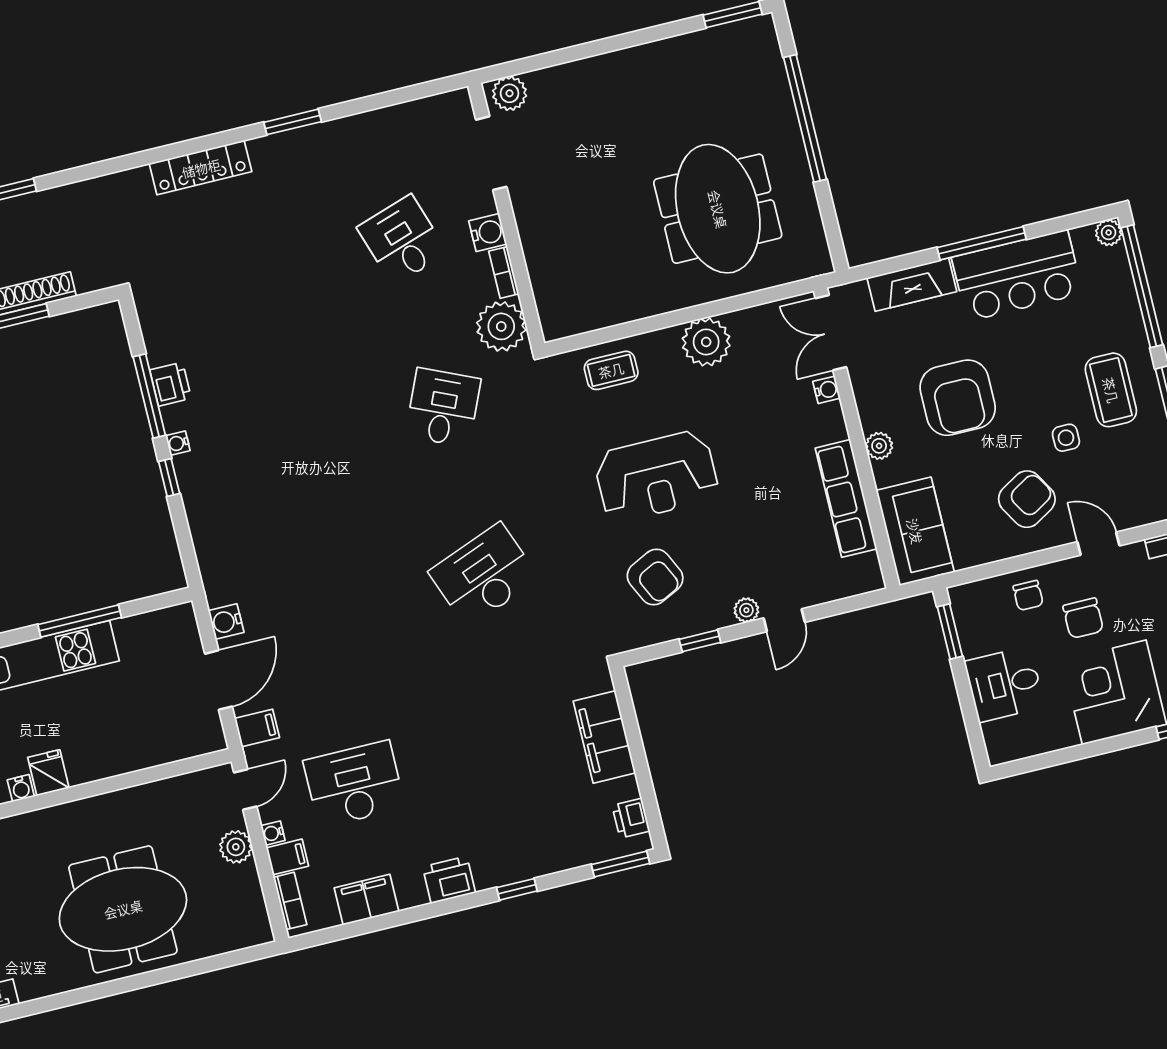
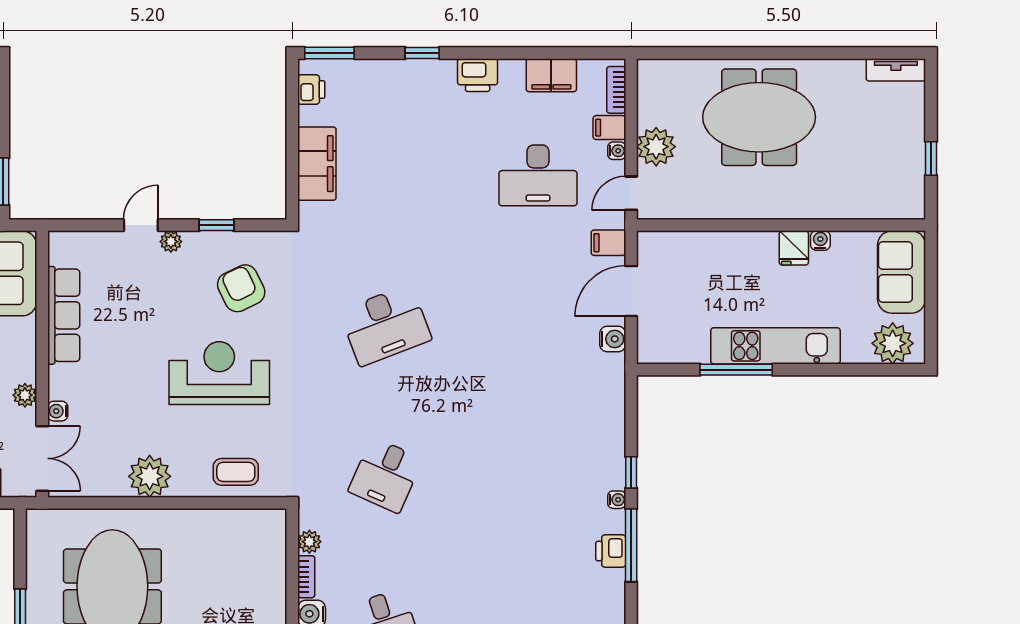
plant: (501, 326) -> (309, 542), width x0.53, depth x0.53
plant: (879, 446) -> (25, 395), moved
plant: (236, 847) -> (656, 147), width x1.36, depth x1.36

